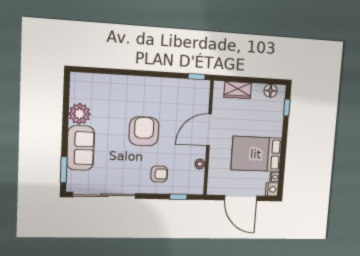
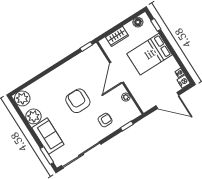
plant: (81, 83) -> (22, 98), added
bed: (256, 154) -> (150, 54), moved

